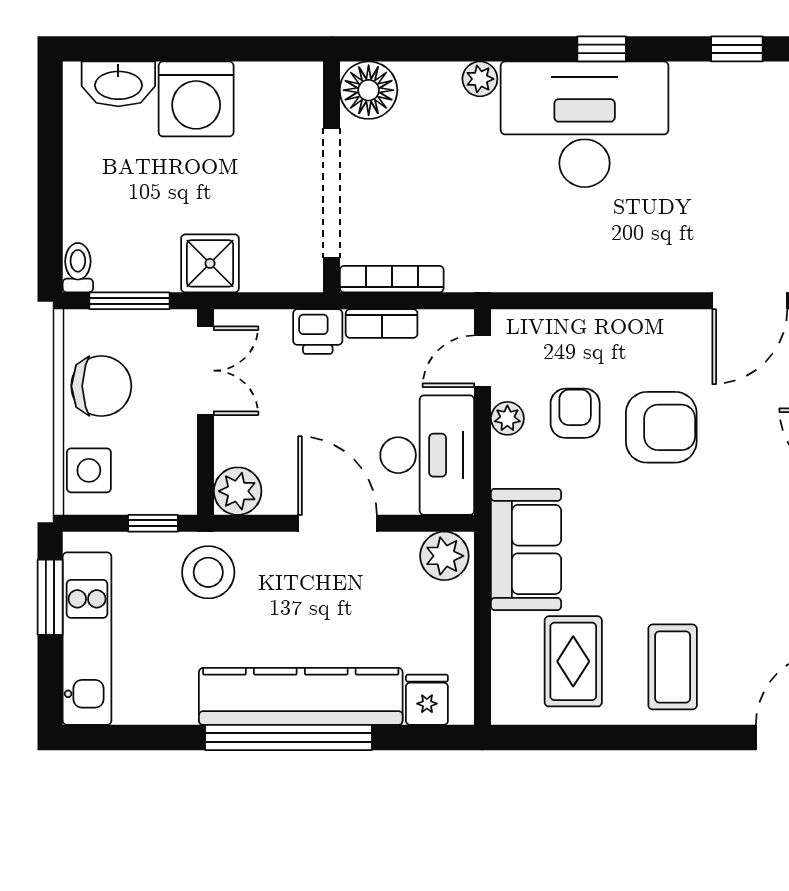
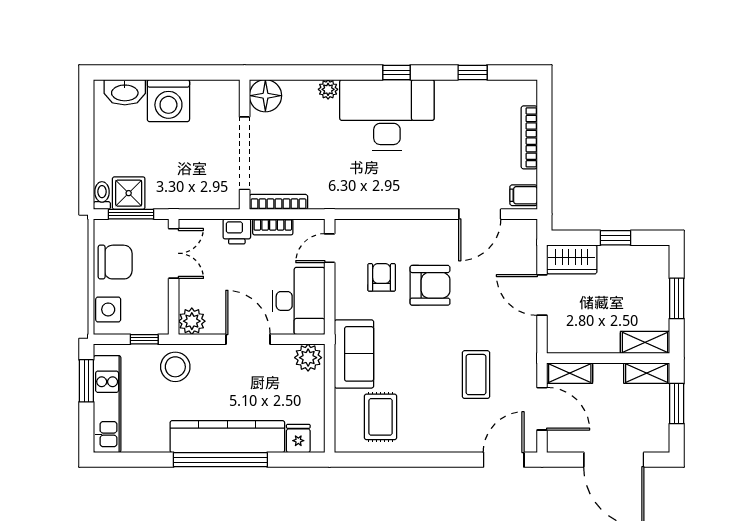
shower: (210, 263) -> (129, 193), moved
plant: (507, 418) -> (344, 280), removed
coffee table: (673, 667) -> (476, 375), moved

